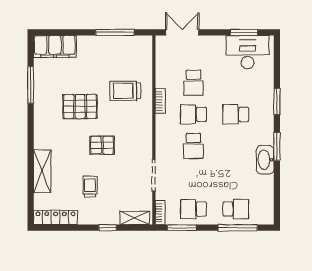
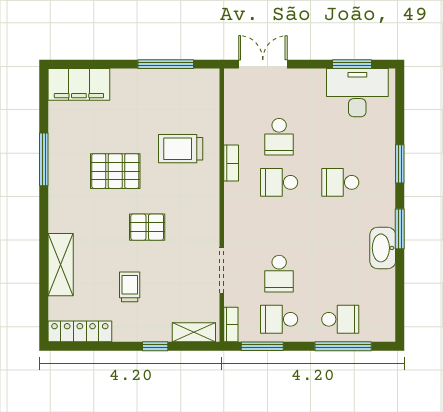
window: (31, 85) -> (44, 159), moved
school desk: (193, 146) -> (279, 274), moved

